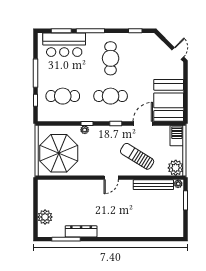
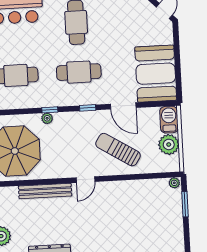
door: (143, 124) -> (123, 106), swing flipped
plant: (176, 168) -> (169, 144), moved
bench: (153, 185) -> (45, 191), moved

